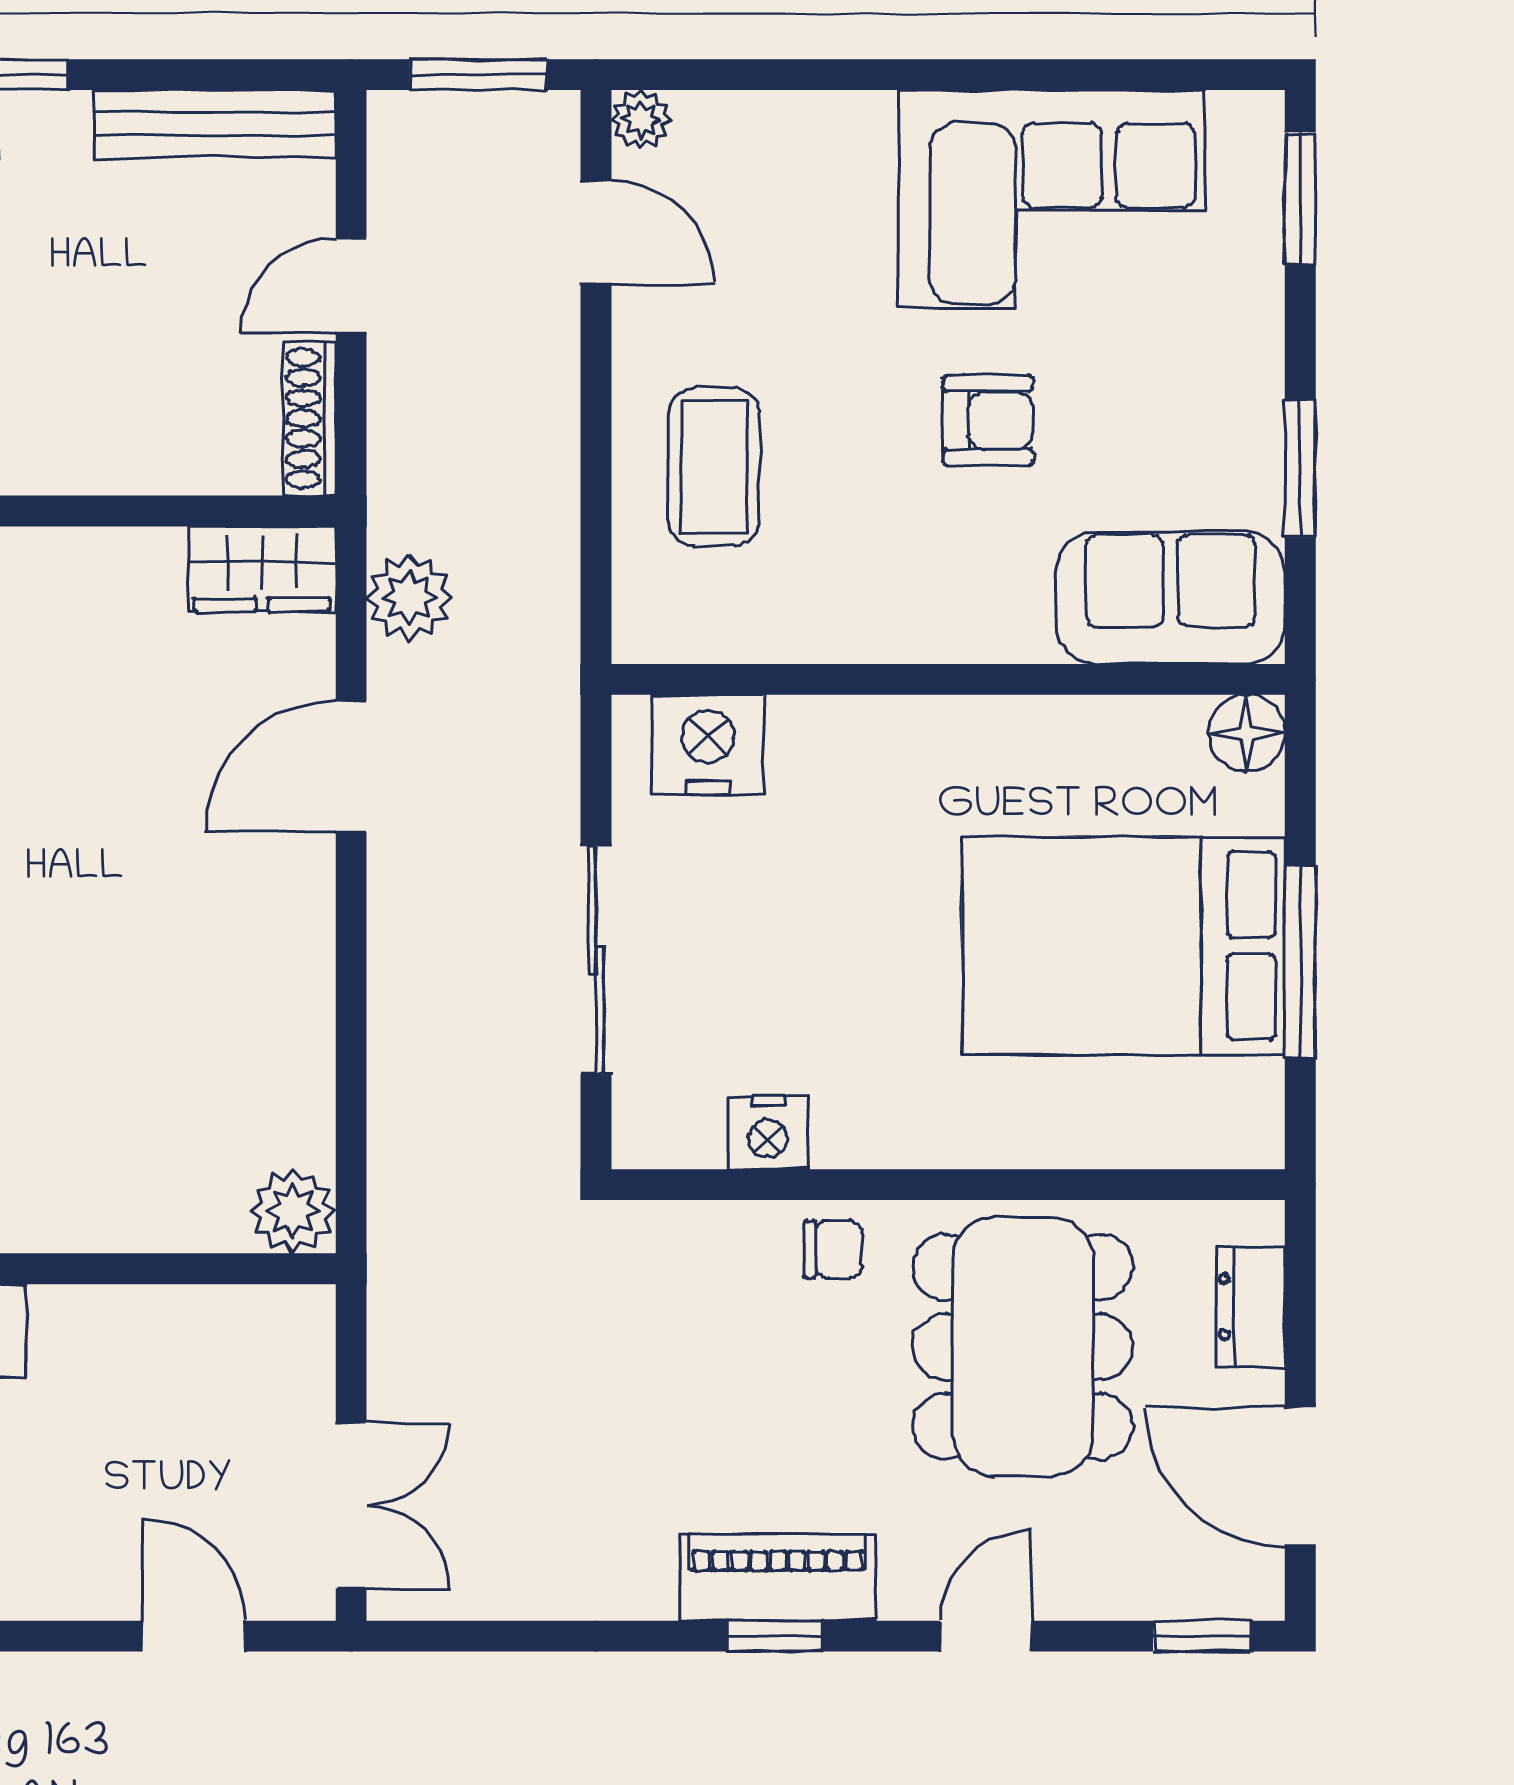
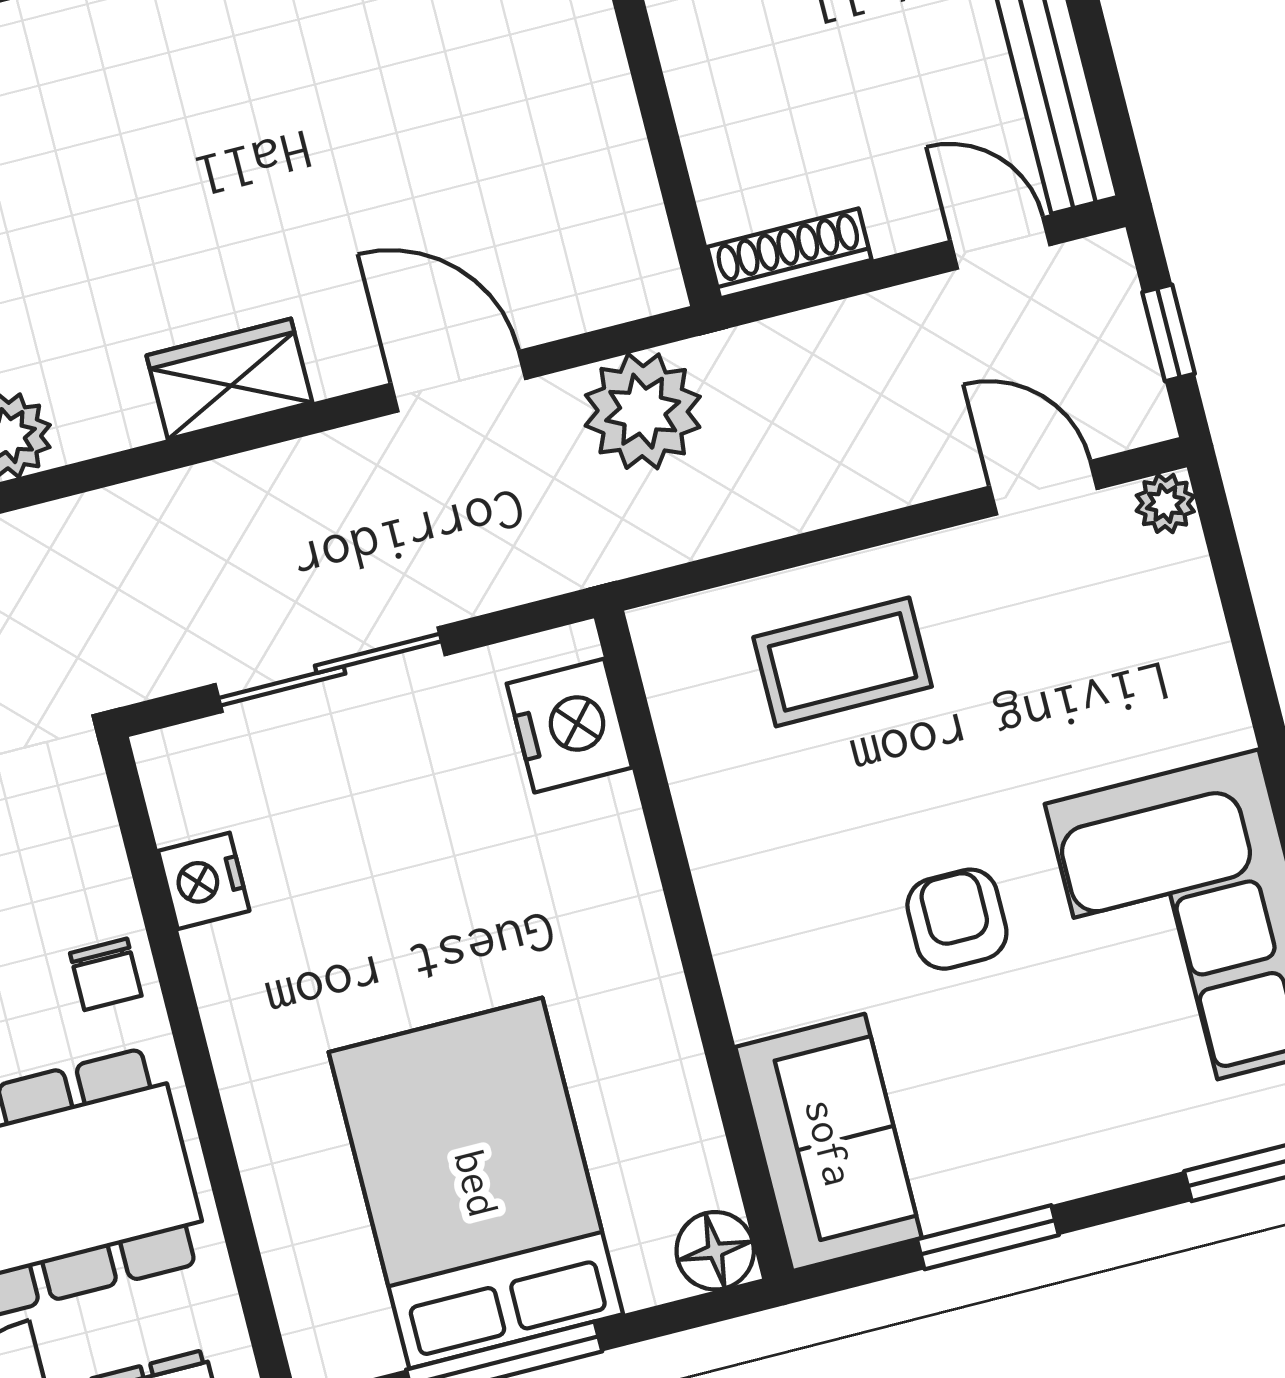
window: (478, 75) -> (1169, 333), width x0.67
door: (596, 232) -> (1043, 488), swing flipped
door: (351, 286) -> (1000, 243), moved
armchair: (988, 420) -> (957, 919), turned 180
wardrobe: (262, 569) -> (229, 379), moved, turned 90
plant: (409, 597) -> (643, 411), width x1.36, depth x1.36

